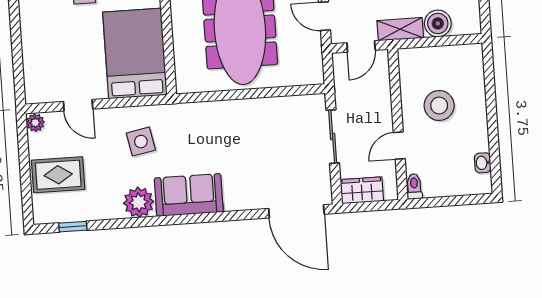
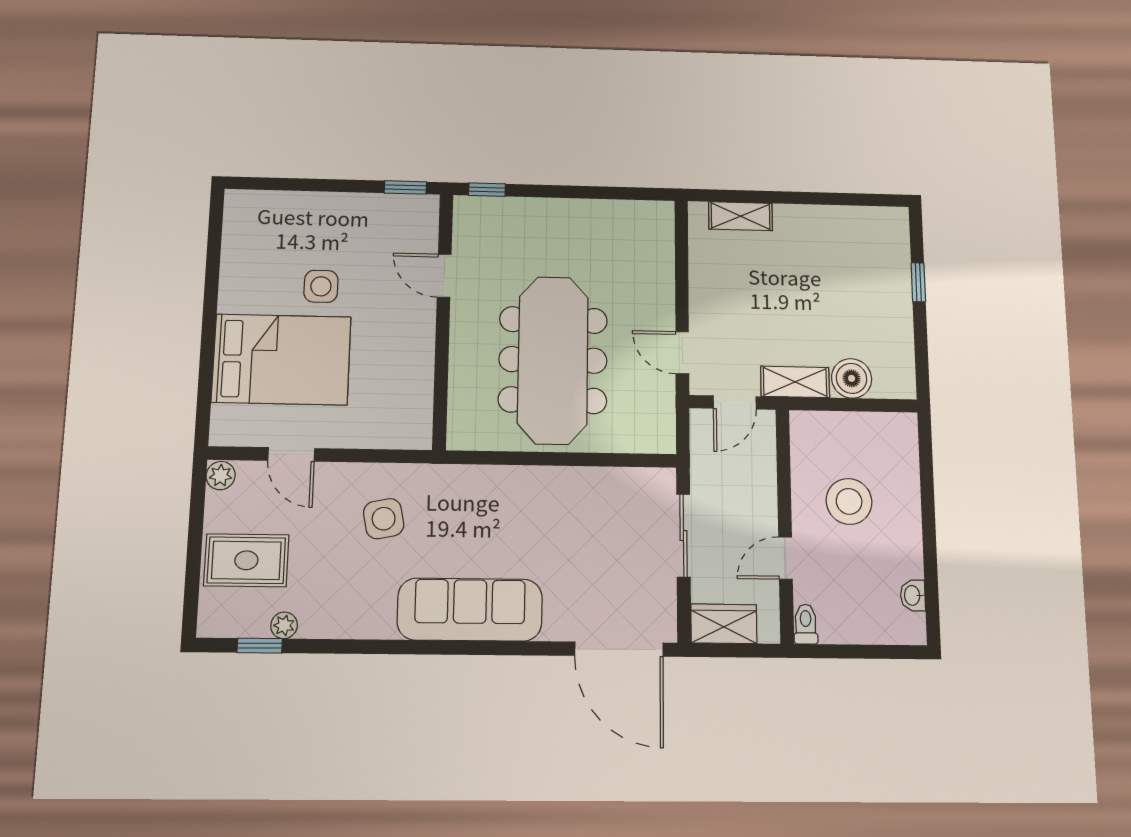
bed: (135, 54) -> (281, 359), moved, turned 90
sofa: (189, 195) -> (470, 610), width x1.36
plant: (139, 202) -> (284, 625), moved, width x0.53, depth x0.53

